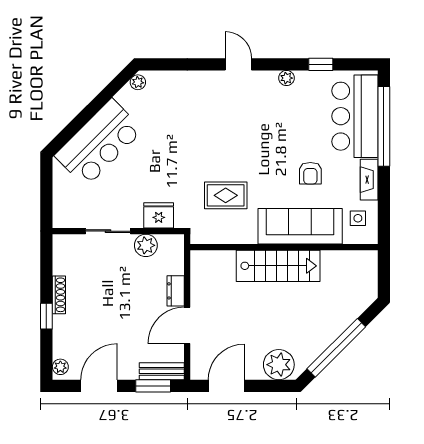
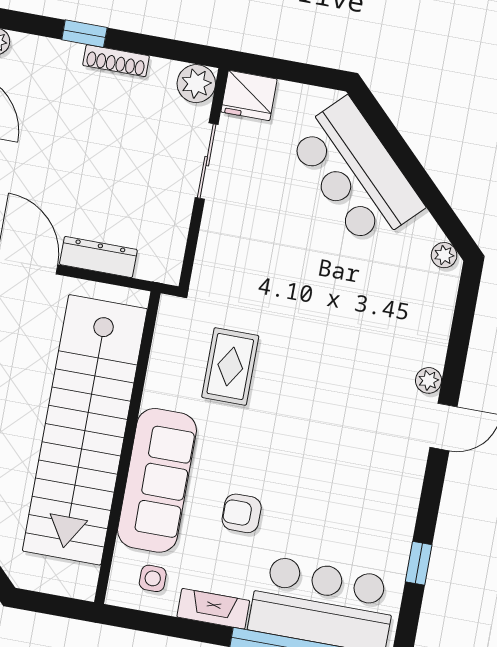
plant: (286, 78) -> (428, 380), moved
fridge: (159, 215) -> (249, 95), moved, turned 90
plant: (146, 245) -> (196, 84), moved
stairs: (278, 266) -> (85, 430), width x1.86, depth x1.51
dresser: (176, 291) -> (98, 257), width x1.44

